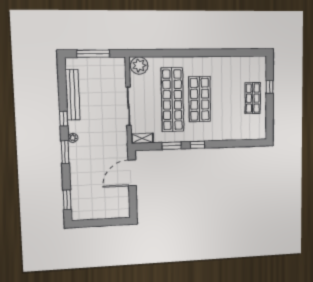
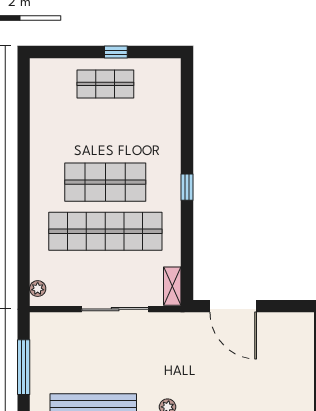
plant: (139, 66) -> (38, 289), width x0.53, depth x0.53
window: (270, 87) -> (116, 52), moved
window: (172, 146) -> (187, 234), removed

